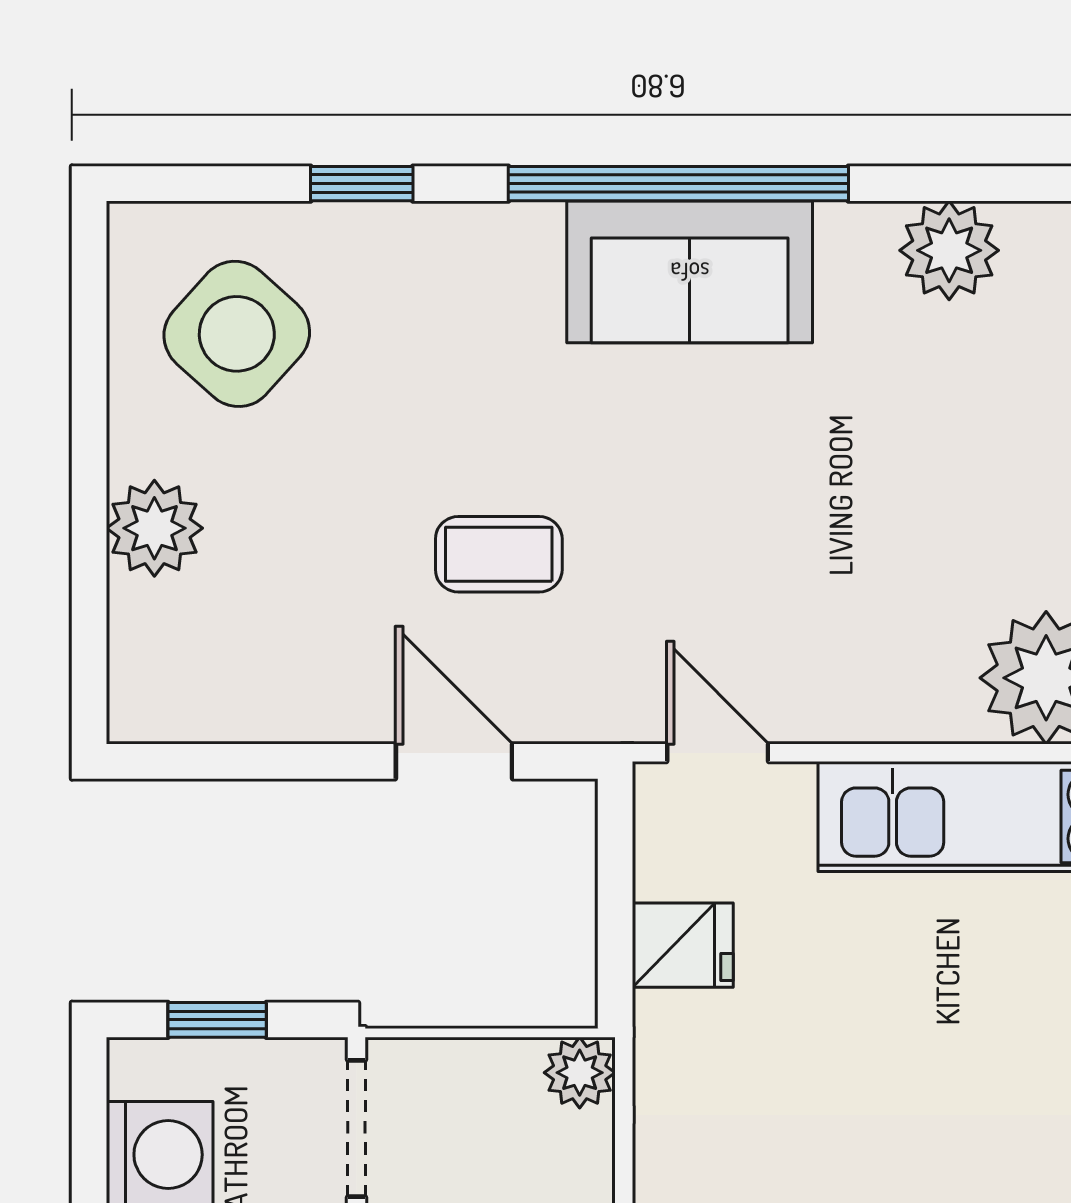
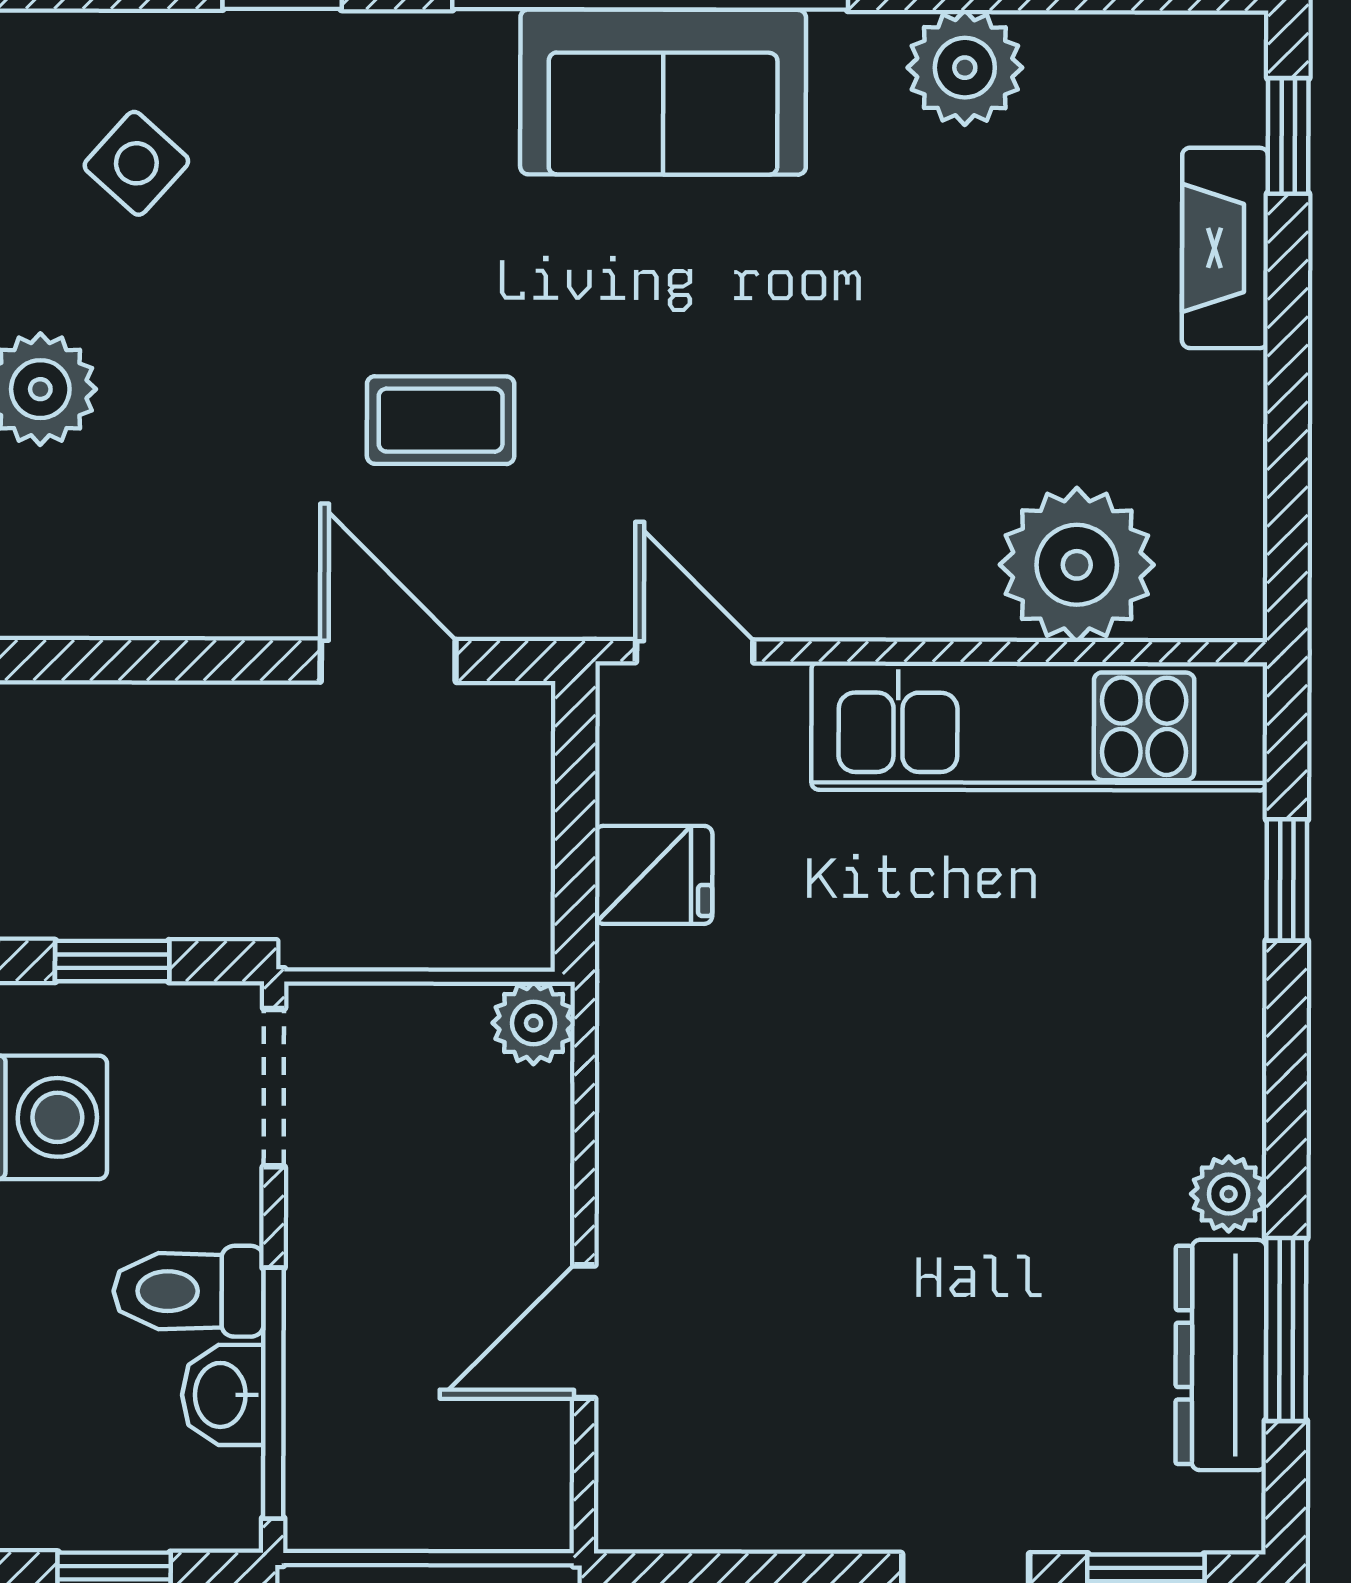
side table: (237, 334) -> (136, 163), width x0.54, depth x0.54

